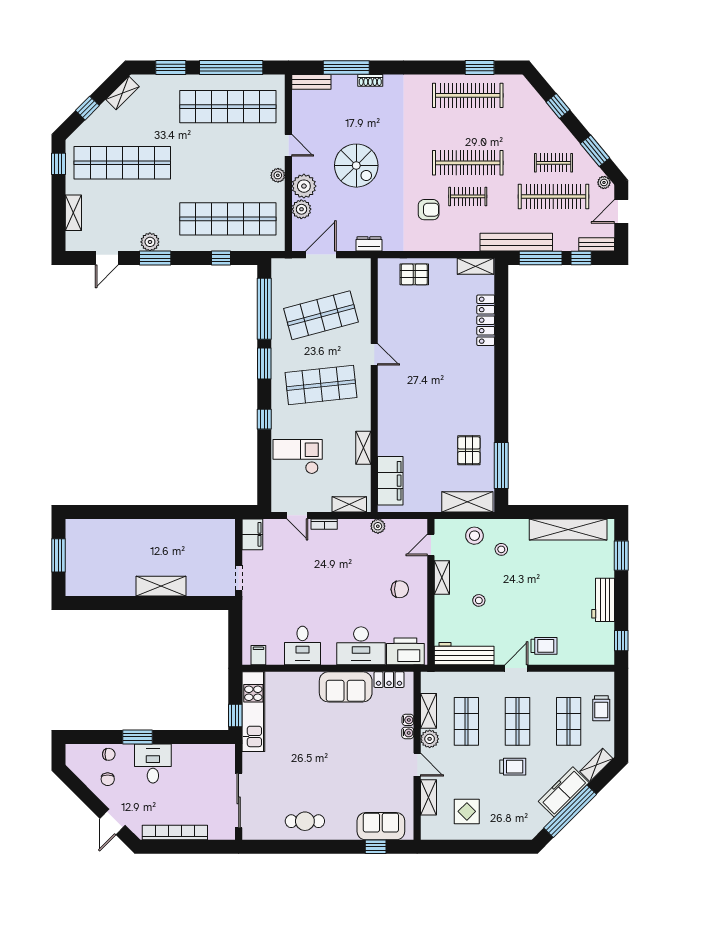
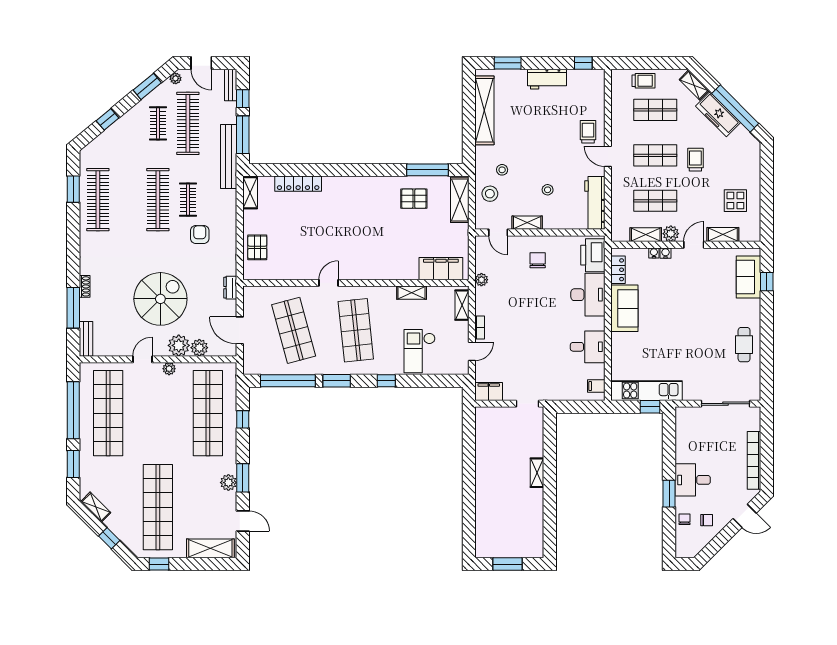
spiral stairs: (356, 166) -> (160, 299), width x1.37, depth x1.37
shelving: (73, 213) -> (210, 548), width x1.50, depth x1.33
shelving: (161, 586) -> (537, 473), width x0.67, depth x0.75

